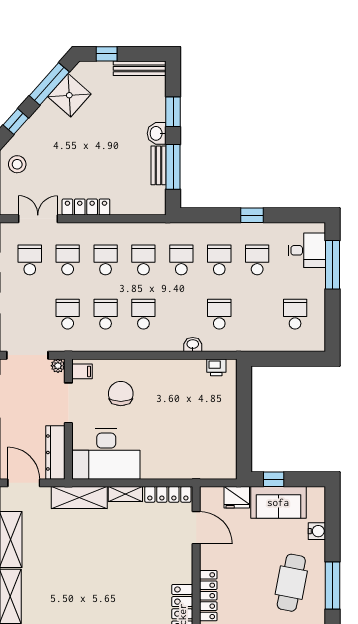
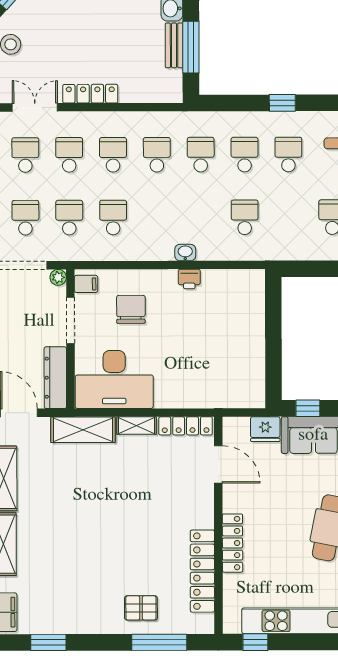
school desk: (143, 314) -> (25, 218), moved
washbasin: (193, 344) -> (185, 253), moved
printer: (216, 367) -> (189, 279), moved

